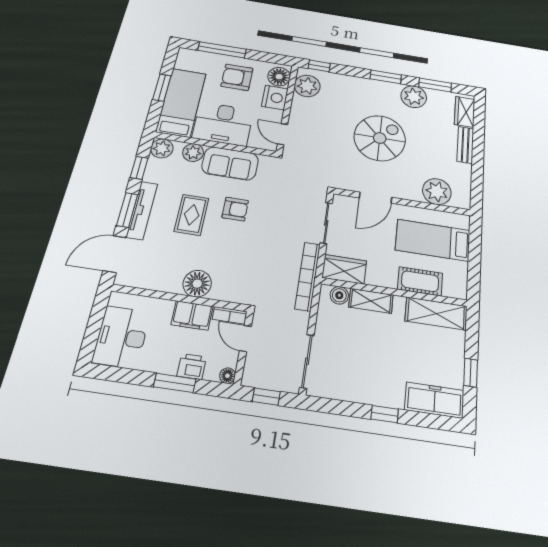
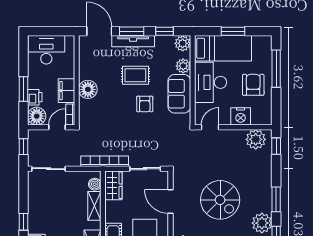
floor lamp: (279, 77) -> (260, 117), removed
floor lamp: (227, 376) -> (37, 116), width x1.89, depth x1.89

